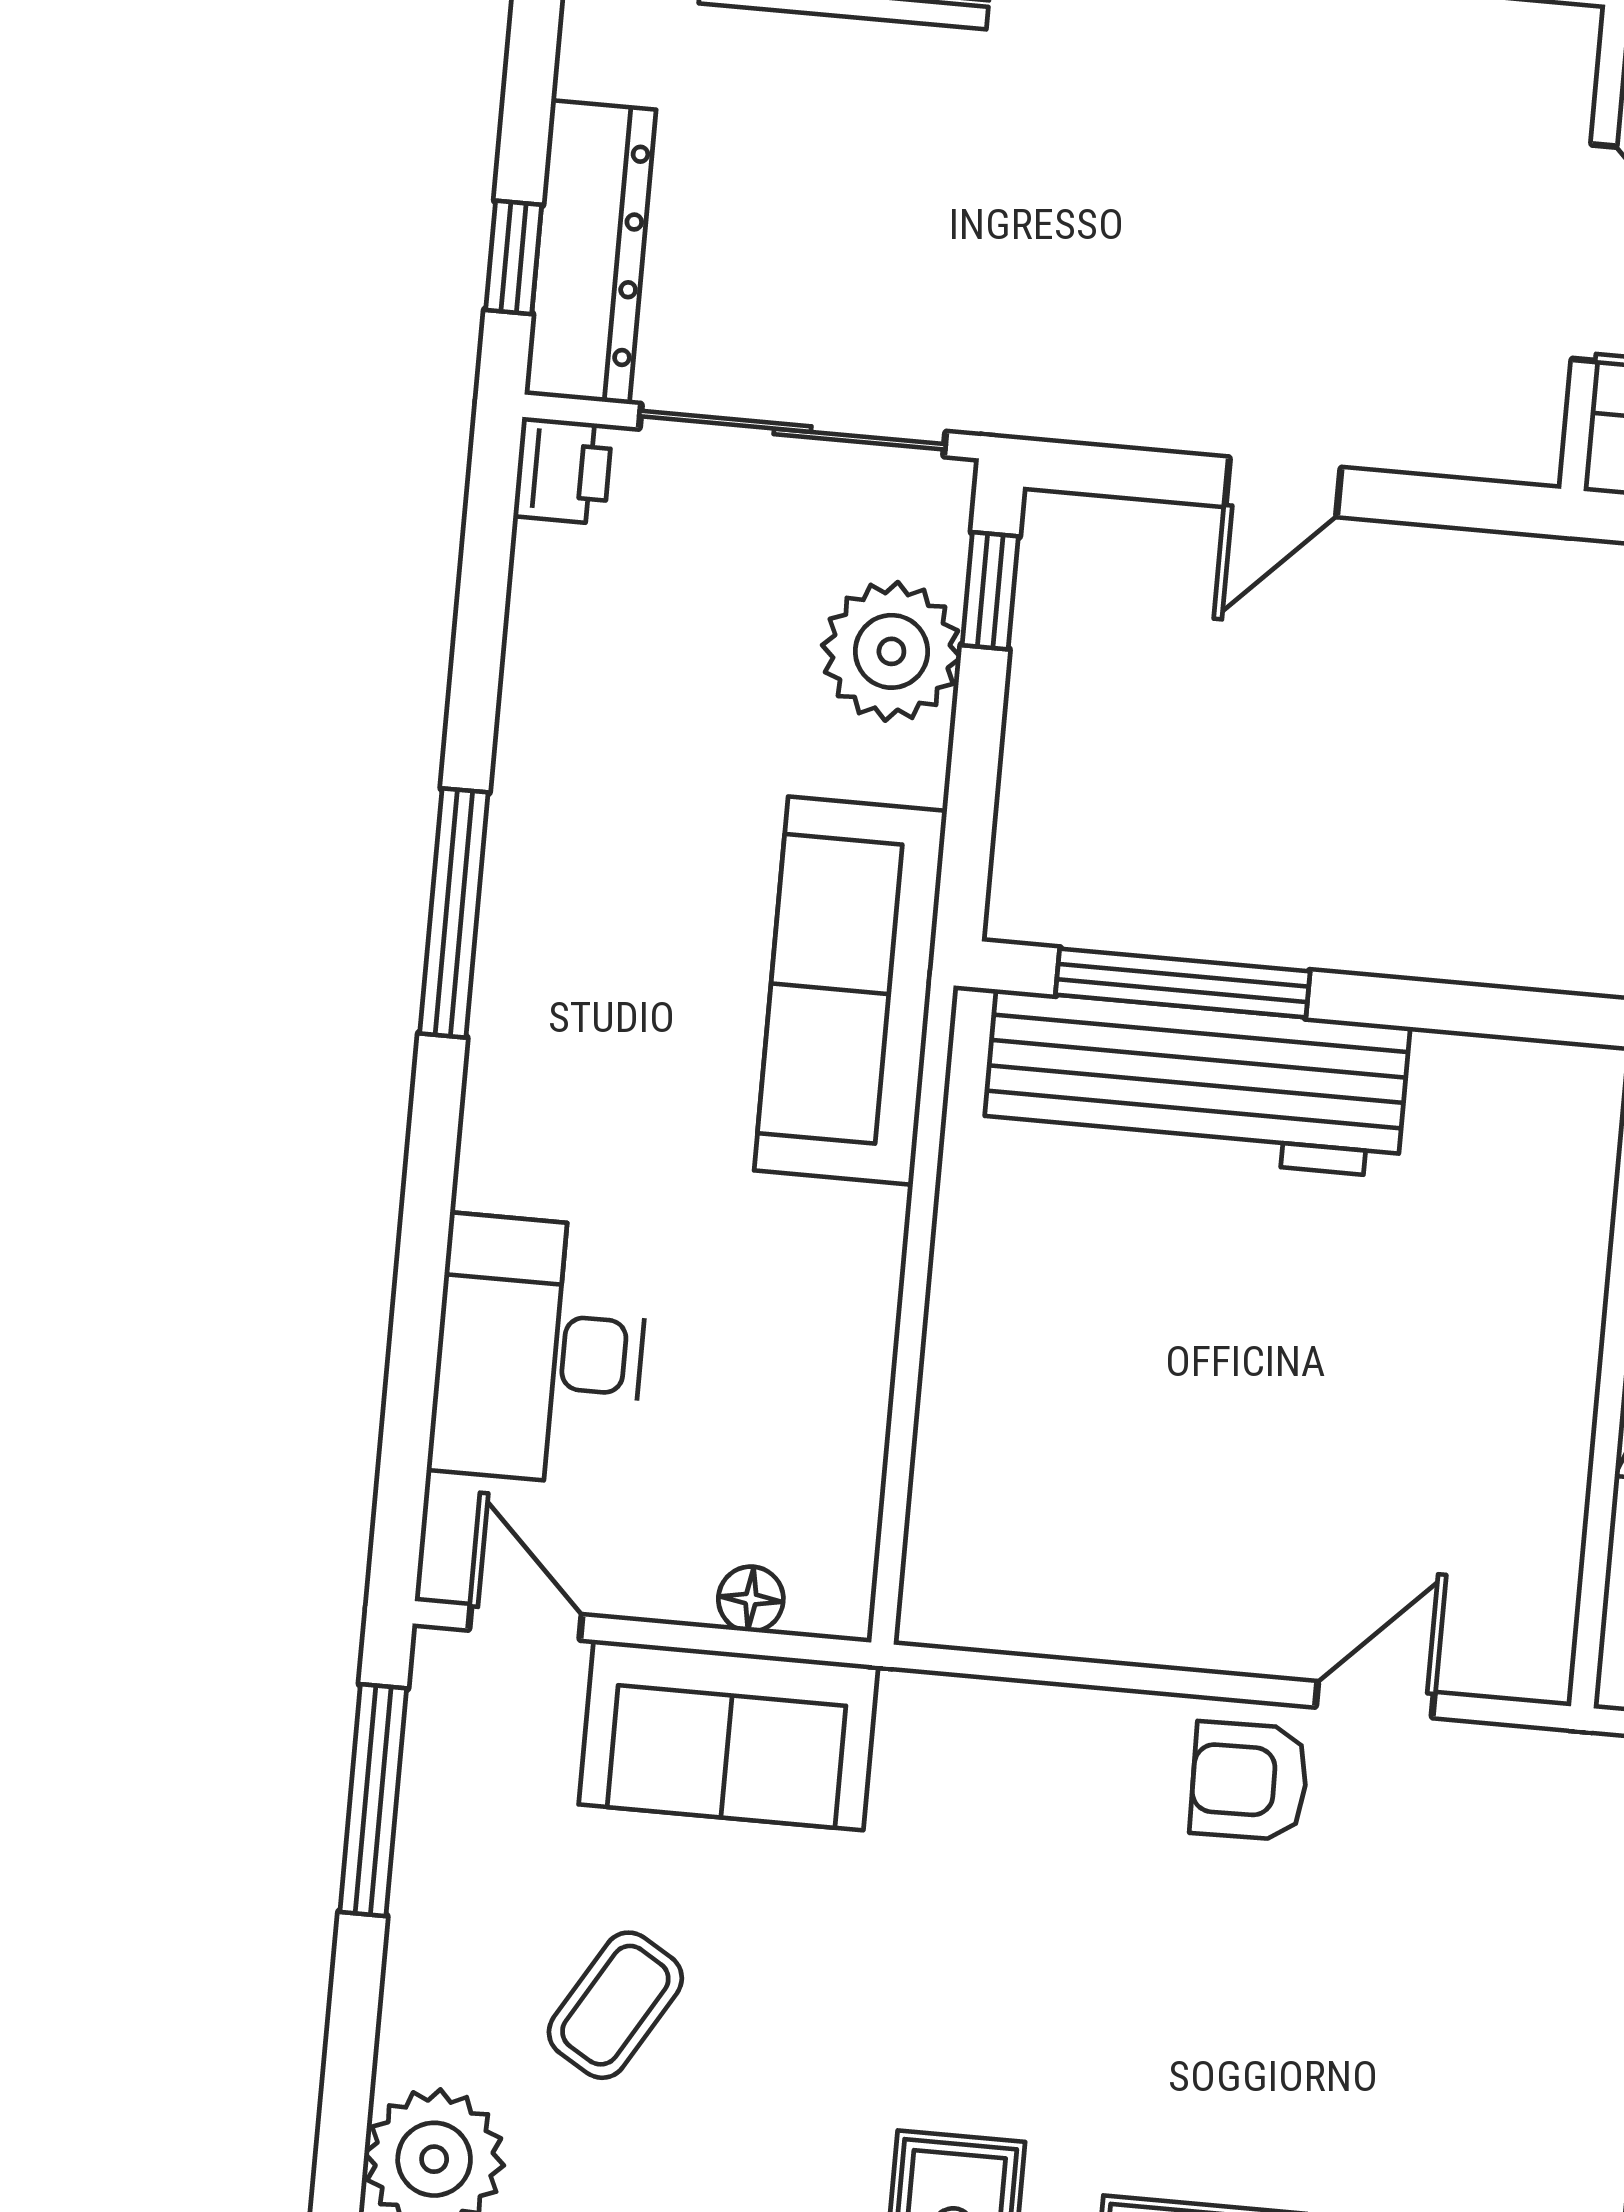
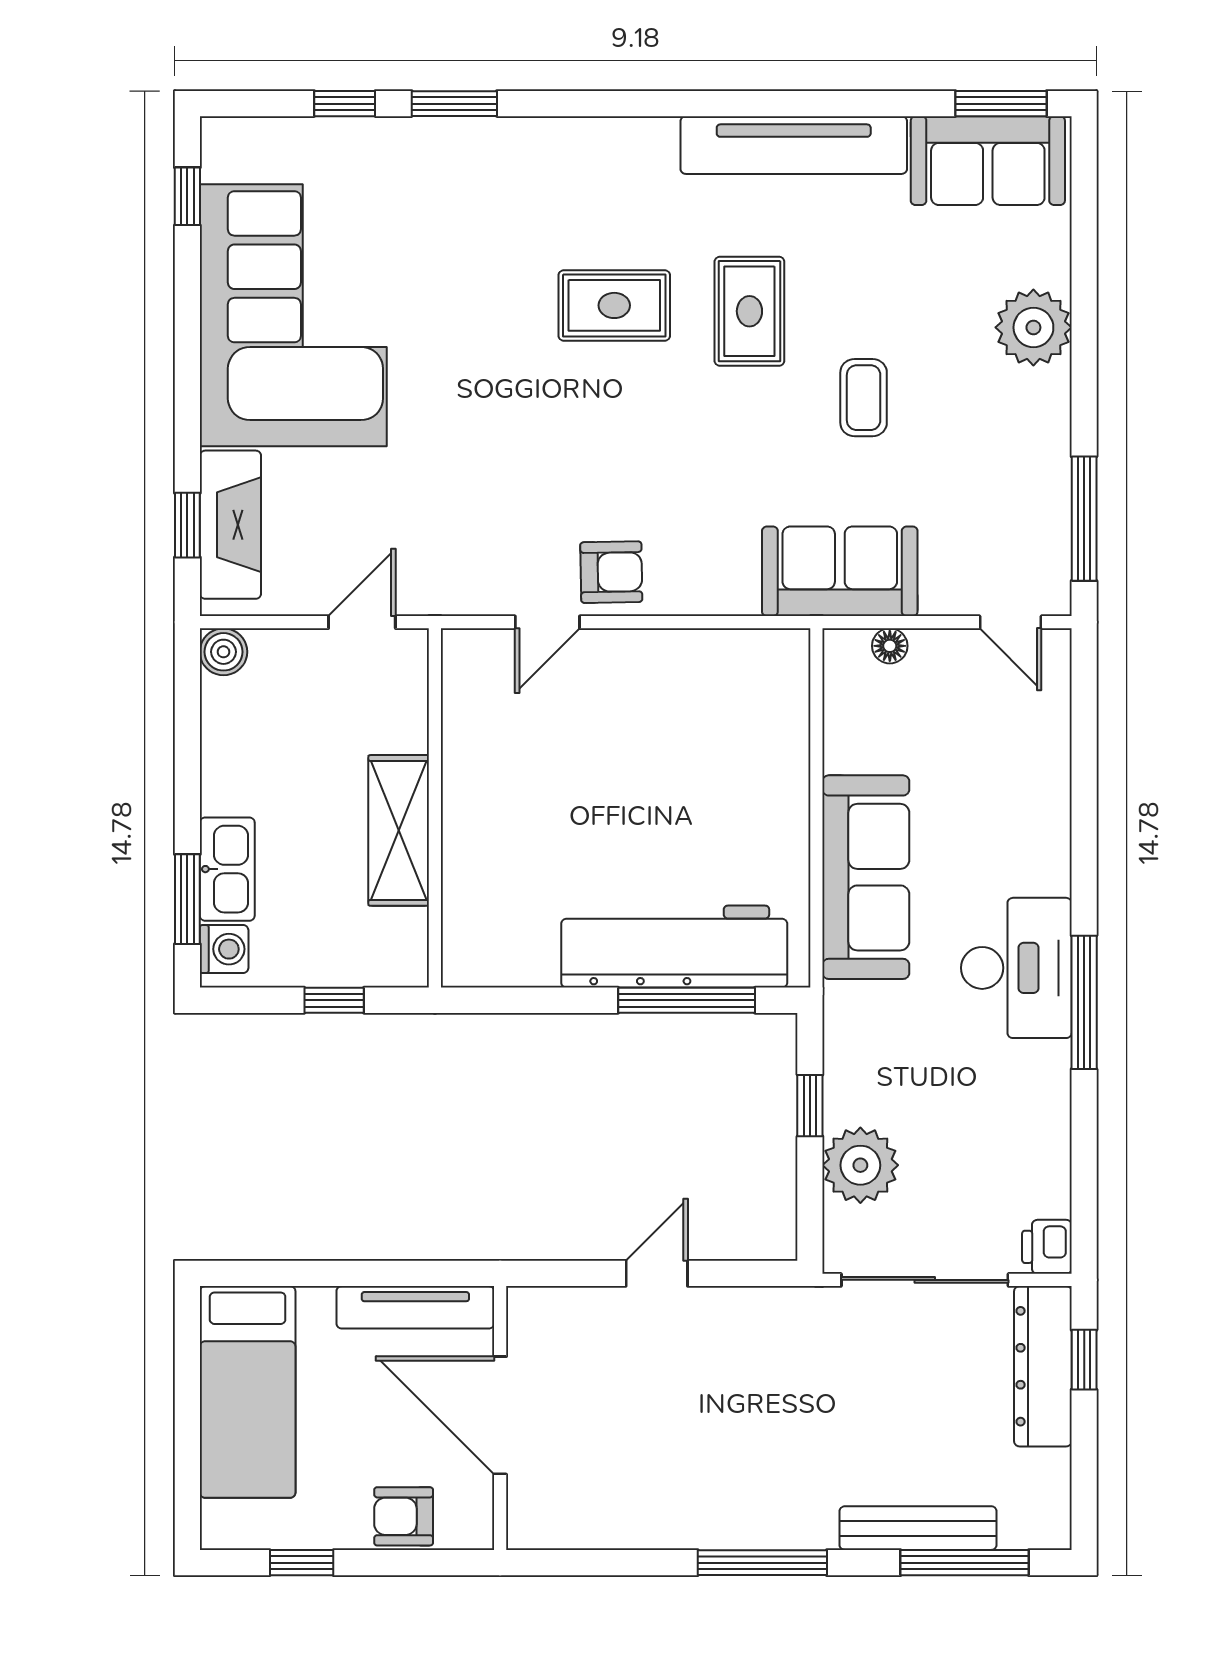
window: (990, 591) -> (810, 1106), moved
sofa: (850, 991) -> (866, 877), moved
desk: (539, 1350) -> (1016, 968), moved
sofa: (728, 1735) -> (840, 571), moved
coffee table: (615, 2005) -> (864, 398), moved, turned -31

